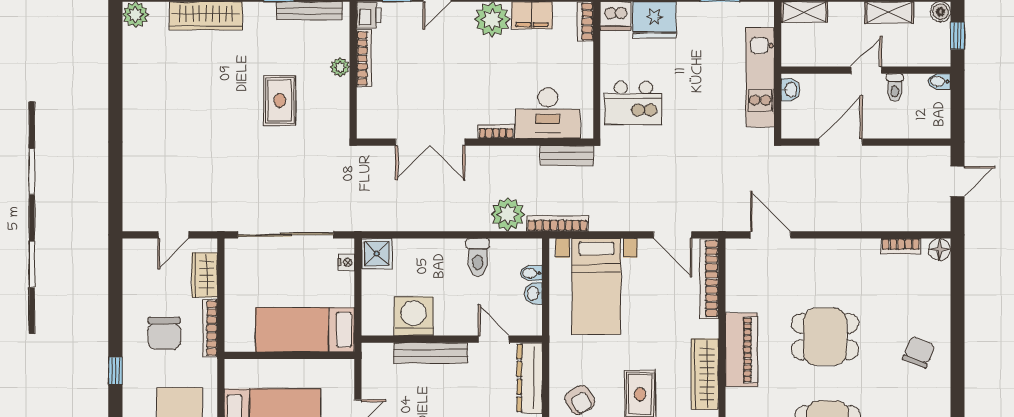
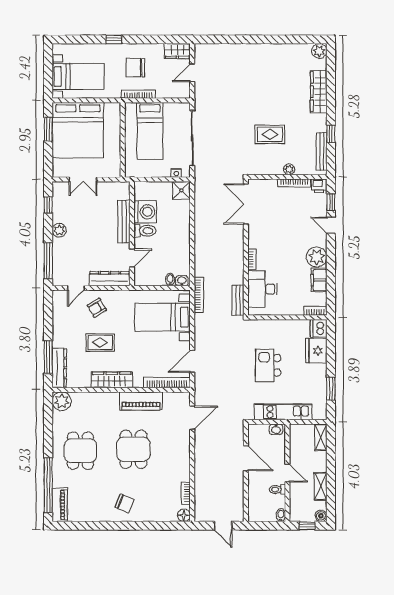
kitchen island: (633, 103) -> (268, 365), moved
double door: (430, 142) -> (246, 204), moved
plant: (508, 214) -> (204, 266), removed
door: (173, 235) -> (192, 73), hinge flipped
toilet: (478, 257) -> (145, 231), moved, turned 180
wardrobe: (205, 275) -> (177, 51), moved, turned 180
washbasin: (533, 293) -> (182, 281), moved
bed: (305, 330) -> (150, 131), moved, turned 180
piano: (741, 350) -> (141, 401), moved

